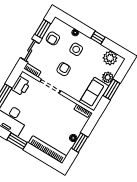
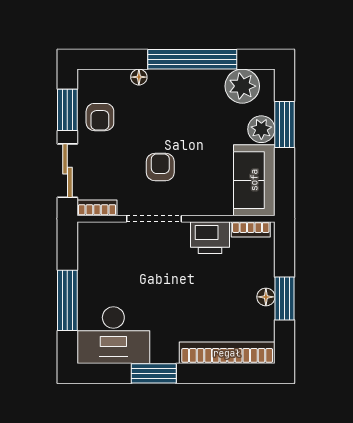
window: (98, 38) -> (192, 59), width x3.17
side table: (76, 49) -> (162, 110), removed
printer: (21, 86) -> (210, 238), moved, turned 90
window: (112, 90) -> (285, 124), moved

